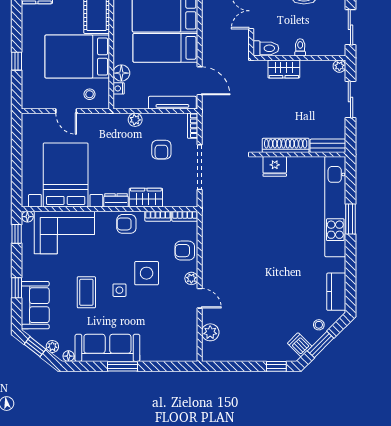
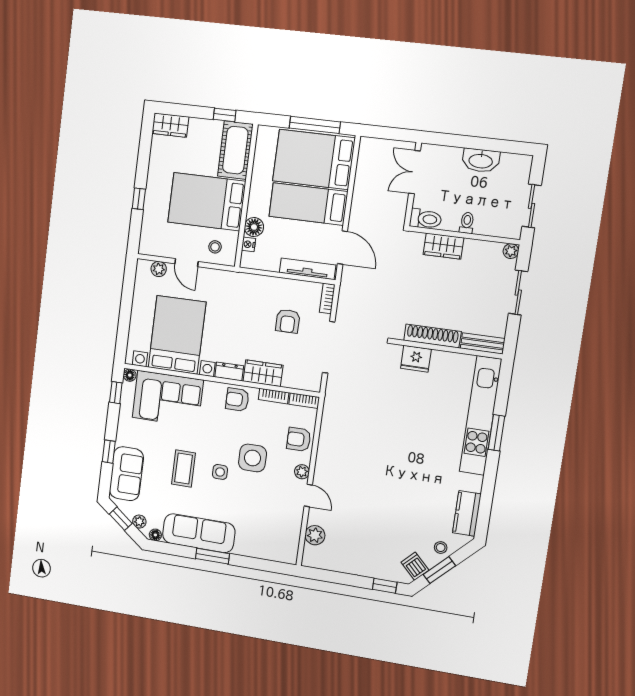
plant: (135, 120) -> (159, 269), moved

